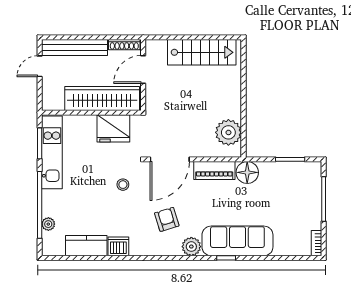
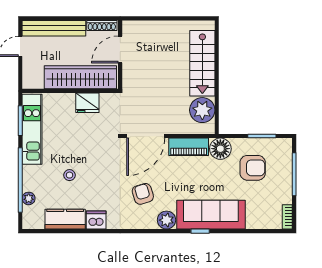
stairs: (202, 52) -> (202, 63), moved, turned 90
fridge: (113, 128) -> (87, 103), width x0.73, depth x0.75
stool: (123, 185) -> (70, 175), moved
armchair: (281, 192) -> (253, 168), added

